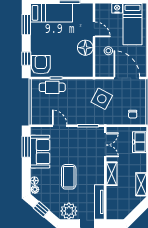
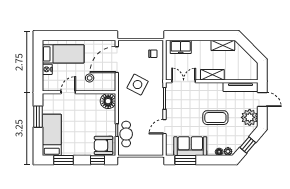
floor lamp: (85, 48) -> (108, 101), moved

